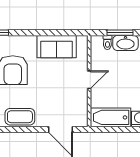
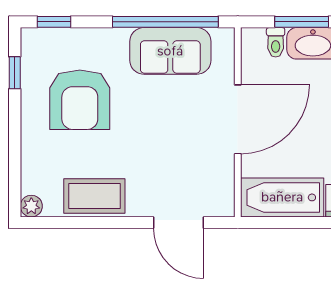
window: (54, 33) -> (165, 22), added
door: (89, 80) -> (238, 119), width x1.87

